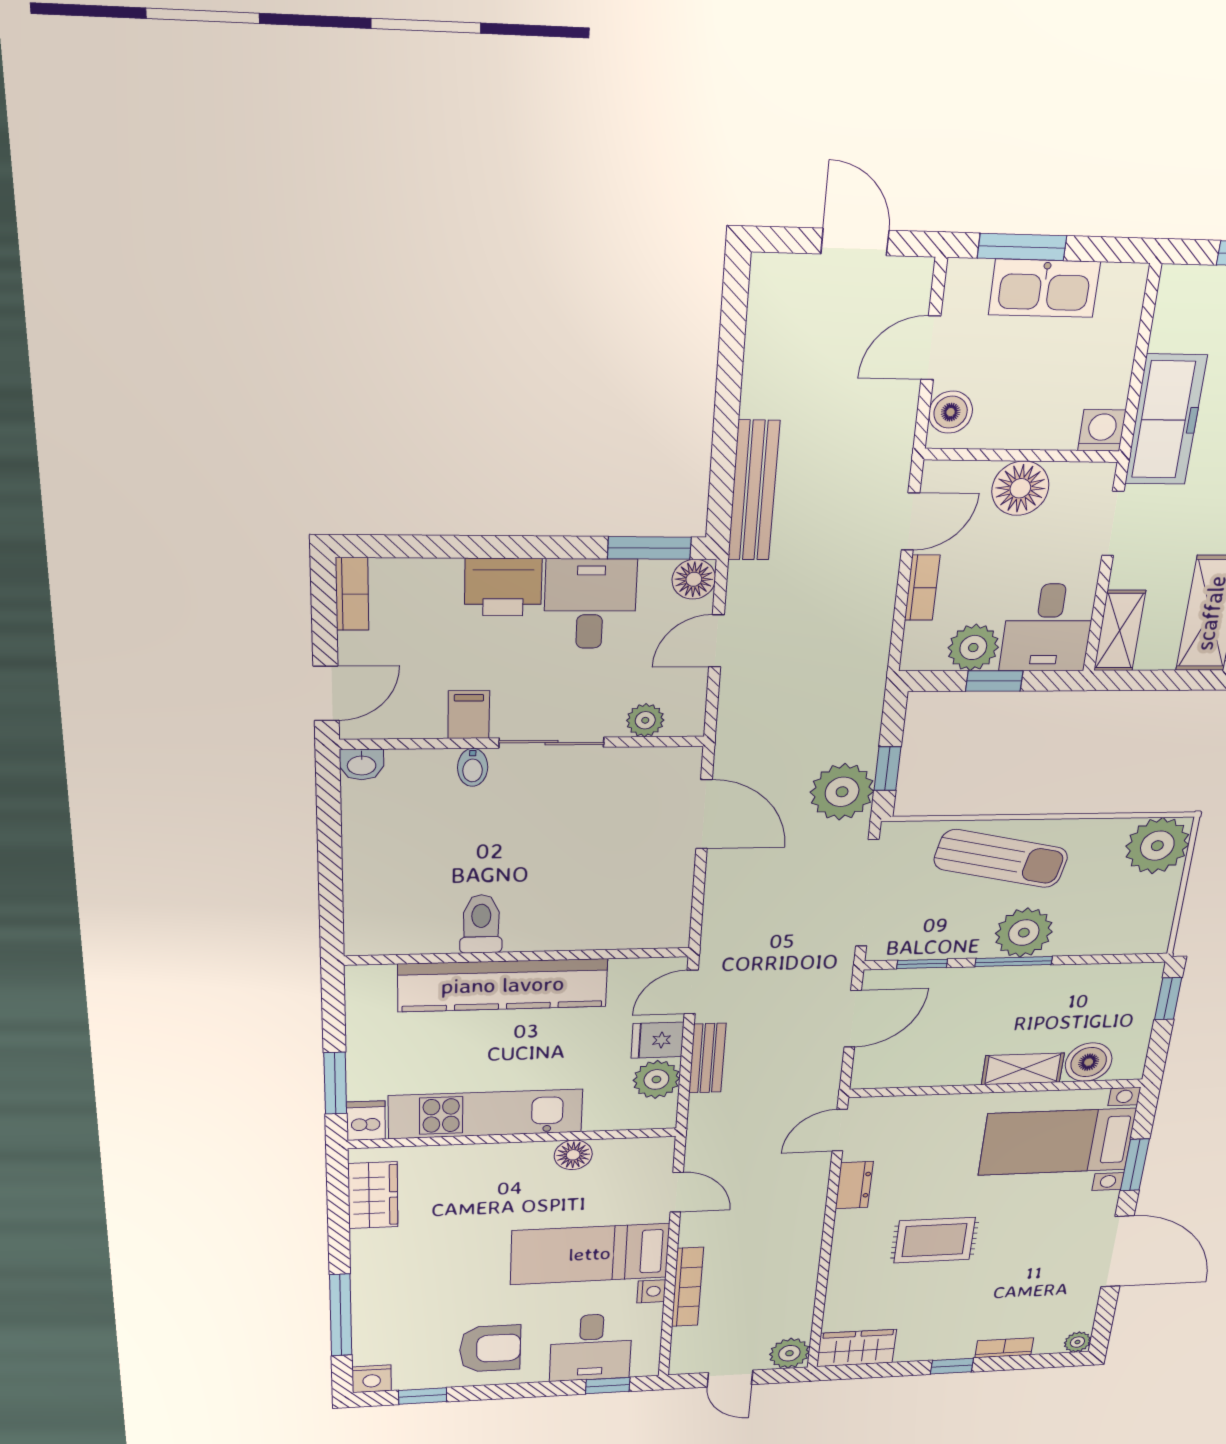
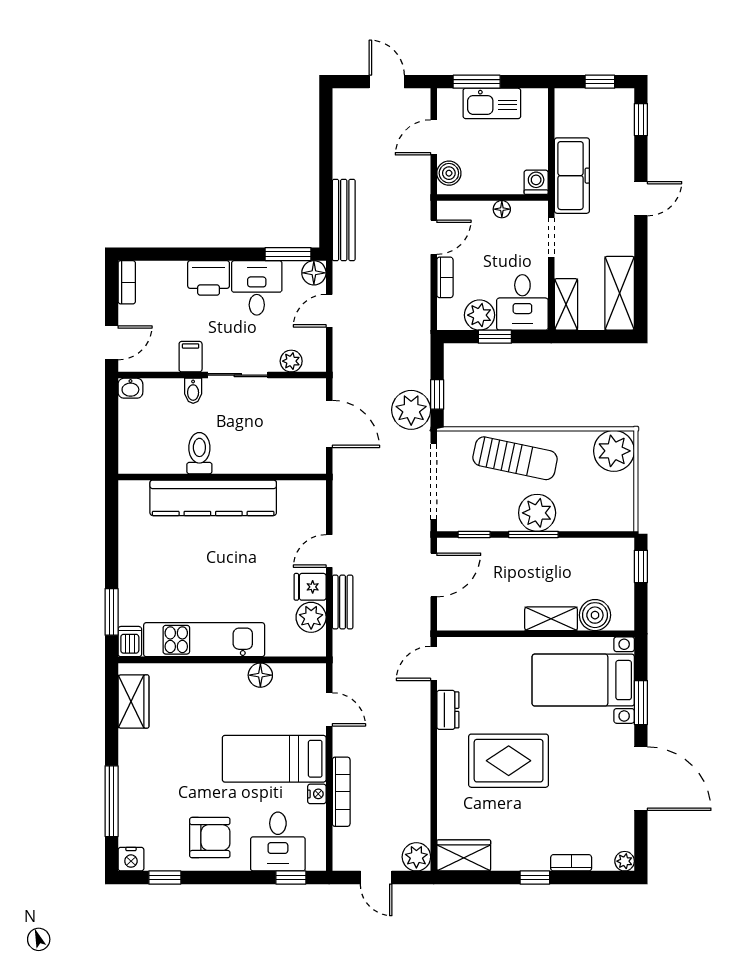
floor lamp: (1020, 488) -> (502, 209), width x0.53, depth x0.53
toilet: (481, 924) -> (199, 453), moved
wall: (518, 956) -> (222, 477), moved
kitchen counter: (503, 985) -> (213, 498), moved
rug: (934, 1240) -> (509, 761), width x1.36, depth x1.43

